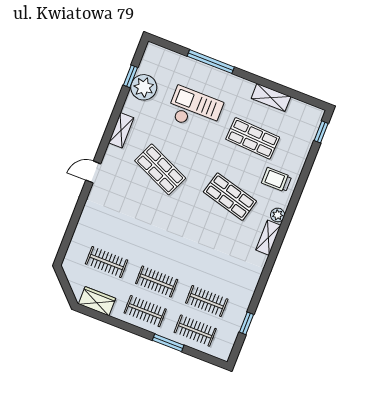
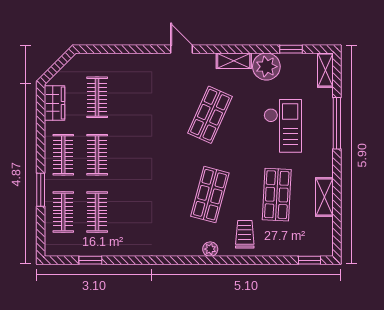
plant: (144, 87) -> (266, 67), moved
shelving: (268, 238) -> (325, 70), moved, turned 90

